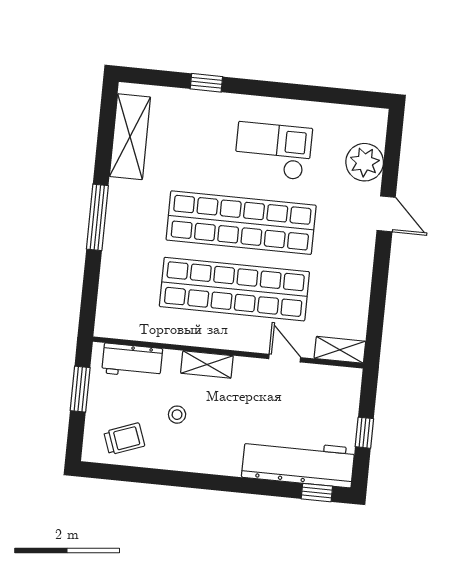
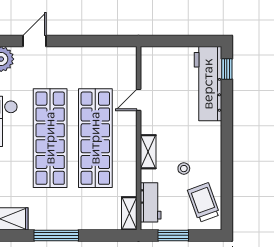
shelving: (340, 350) -> (129, 213), moved
window: (364, 433) -> (183, 41), removed
trolley: (124, 439) -> (204, 202), width x1.36, depth x1.39

